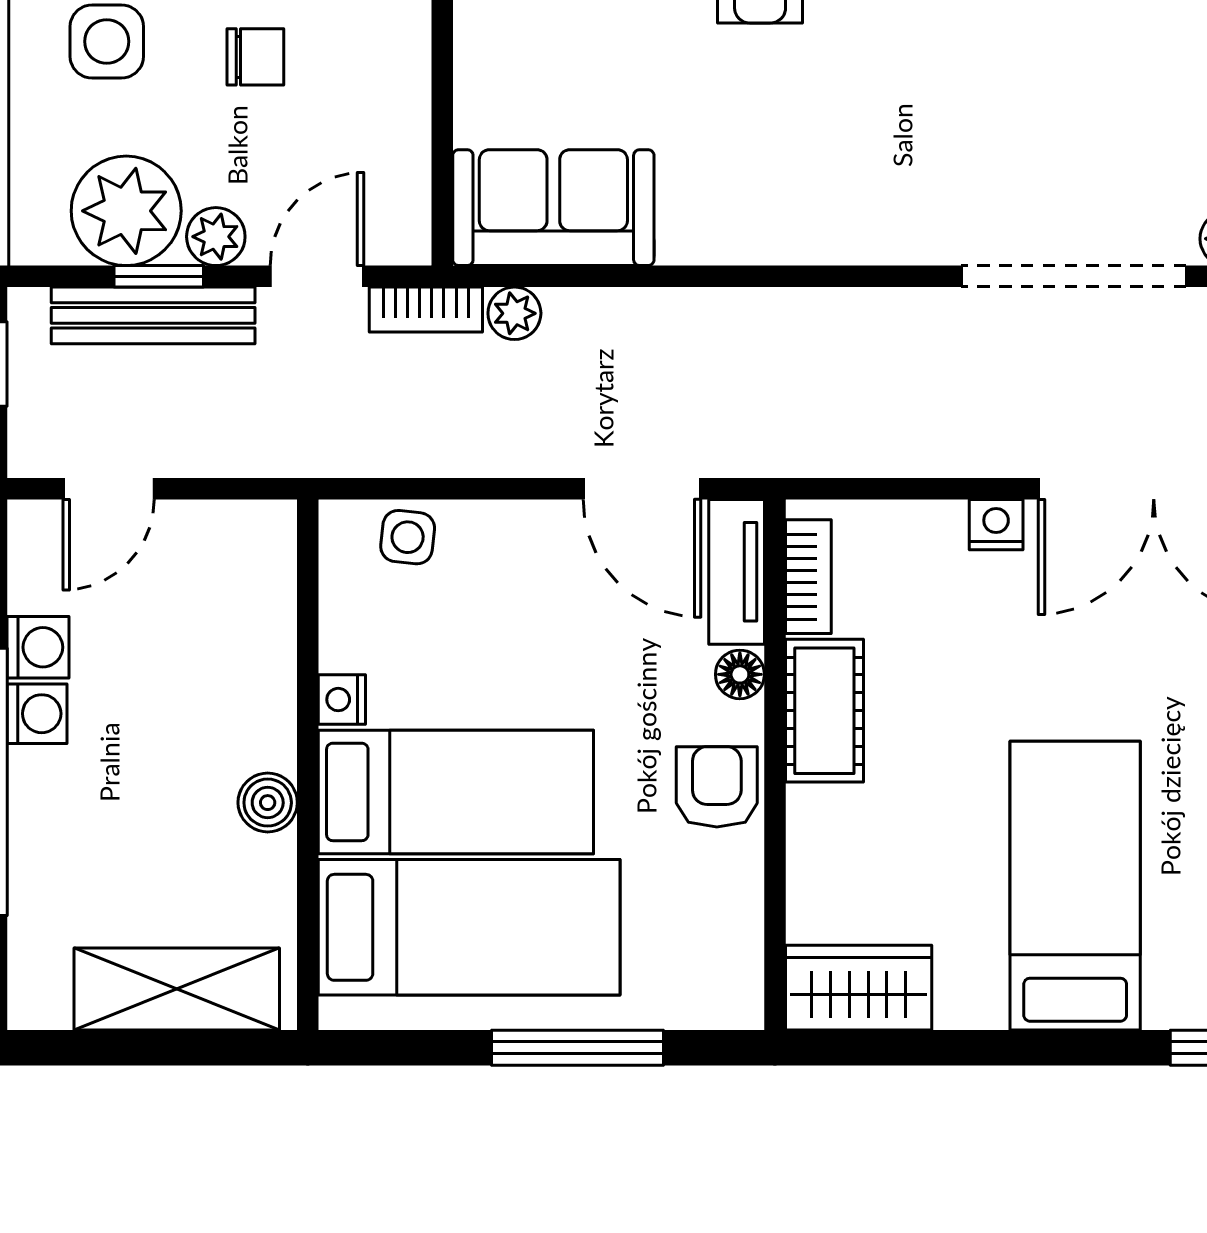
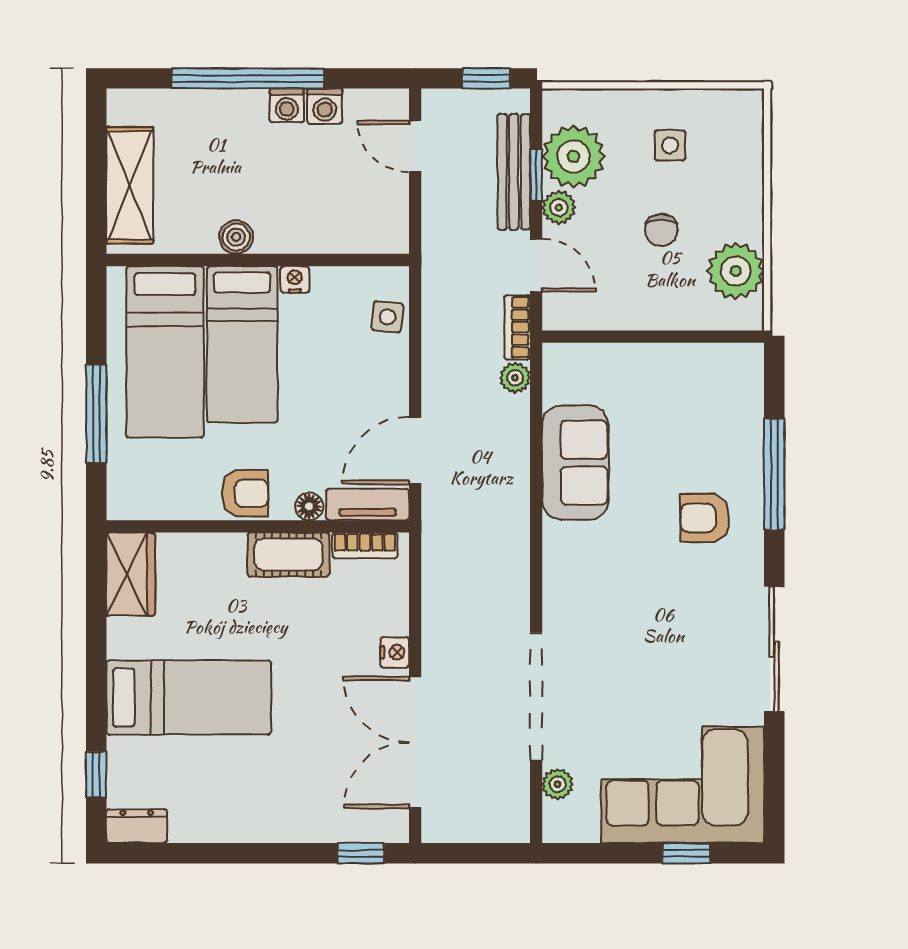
side table: (107, 41) -> (670, 145), width x0.73, depth x0.73
sofa: (553, 208) -> (575, 463), moved

